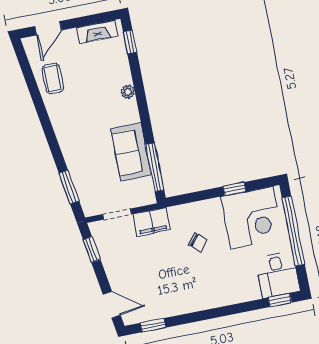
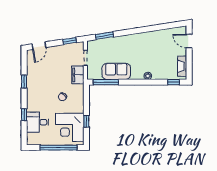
coffee table: (53, 78) -> (162, 38), removed
desk: (278, 275) -> (37, 122), moved
window: (280, 300) -> (24, 115), moved
window: (153, 325) -> (24, 81), moved

